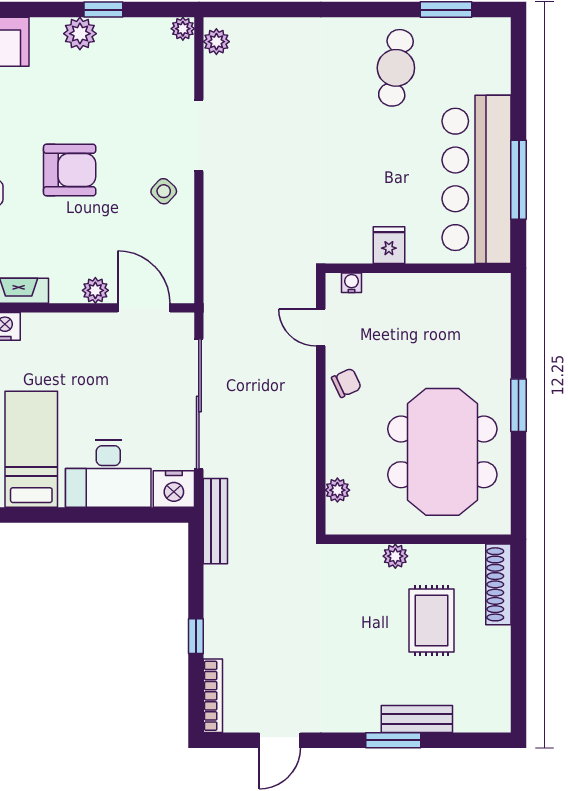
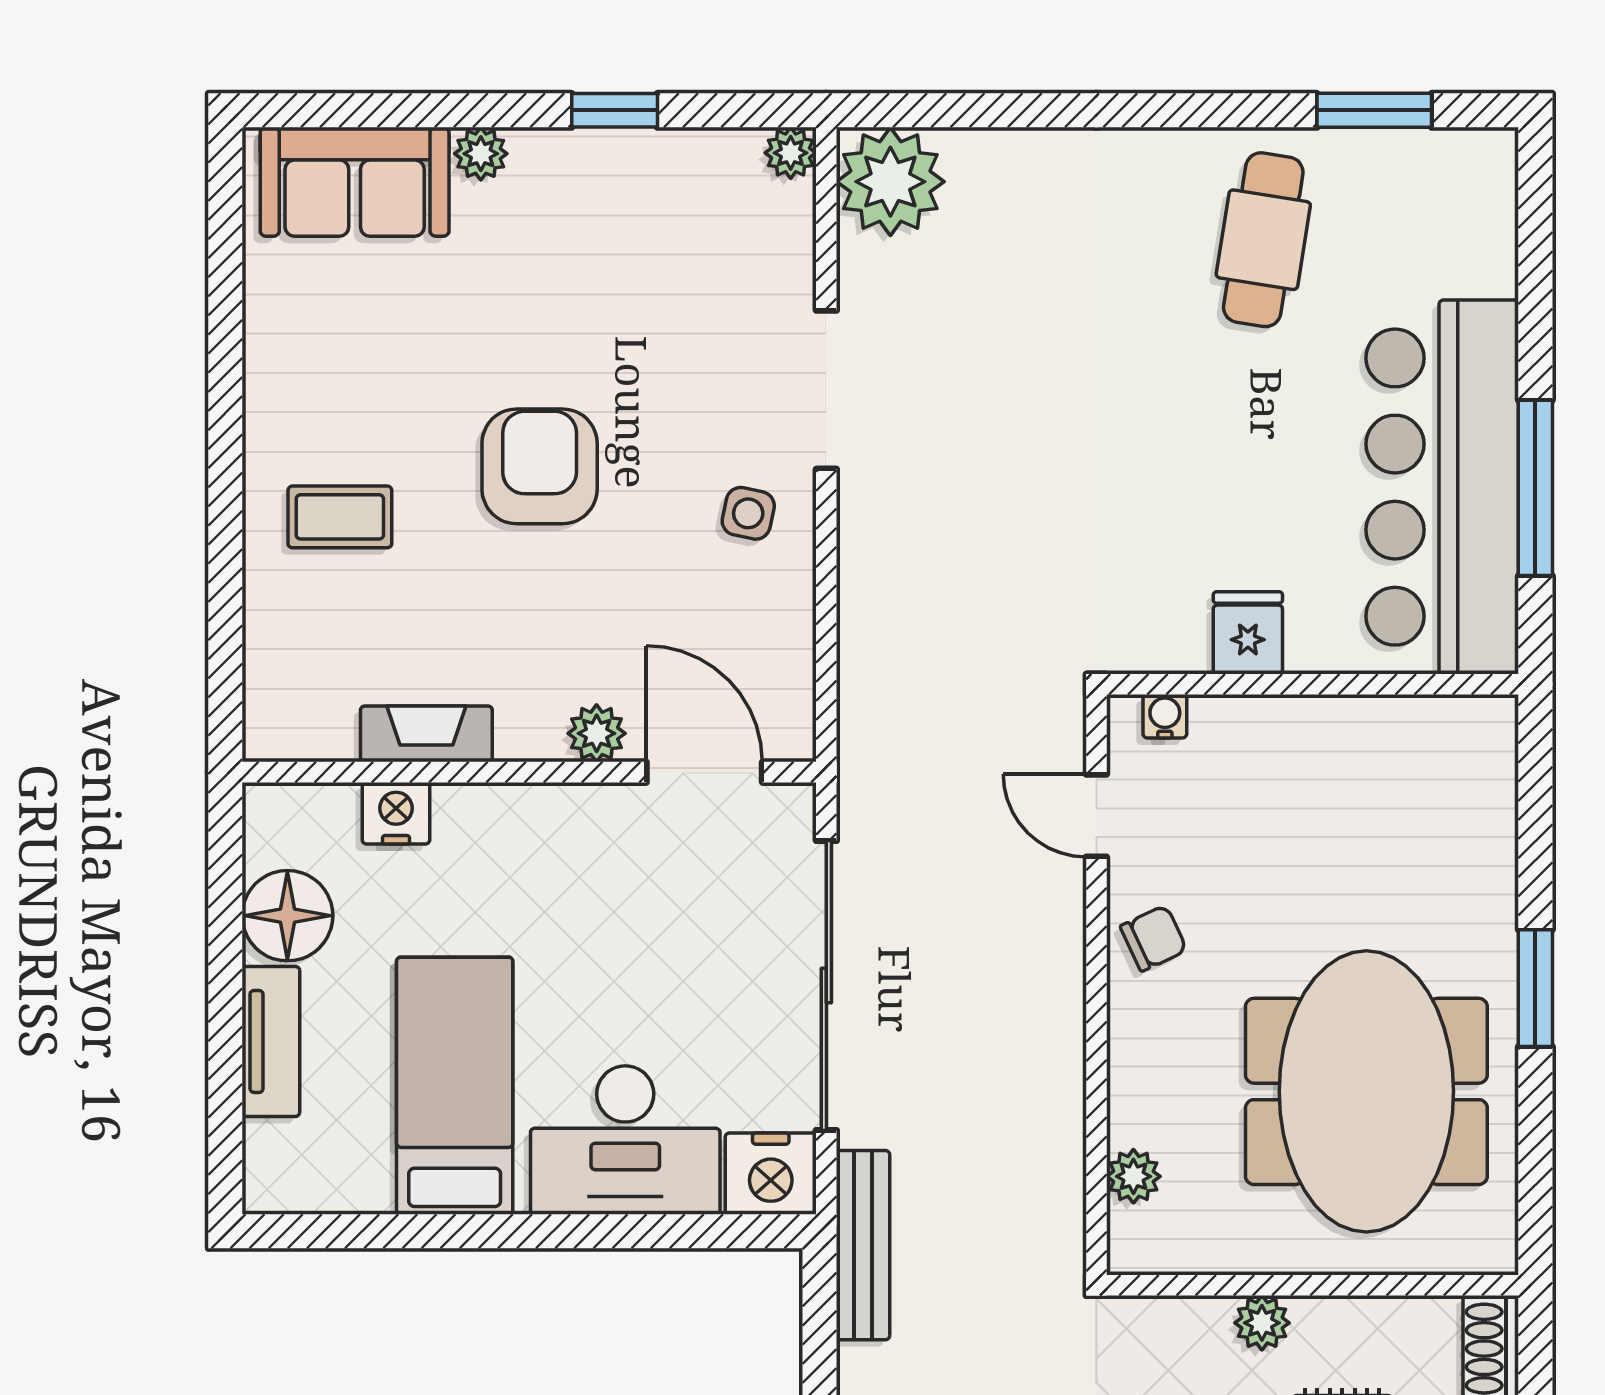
plant: (80, 34) -> (481, 154), moved, width x0.73, depth x0.73
plant: (216, 42) -> (890, 182), width x1.88, depth x1.88
armchair: (70, 170) -> (540, 466), turned -90
side table: (164, 191) -> (748, 513), turned -31

